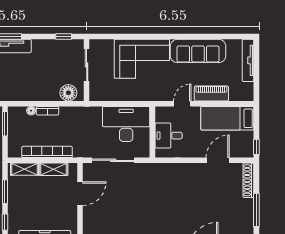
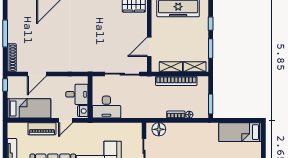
nightstand: (161, 115) -> (83, 111), added
desk: (126, 124) -> (106, 107), width x0.73, depth x0.77

